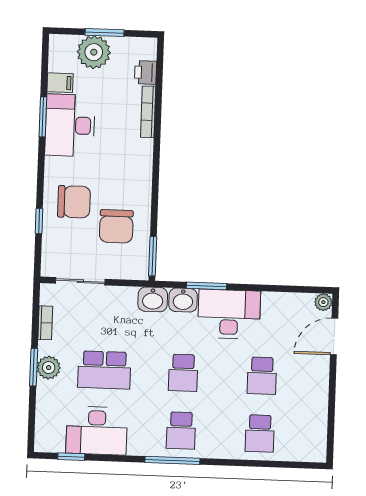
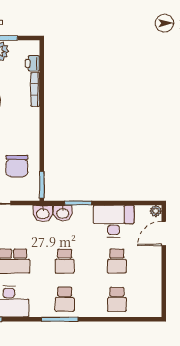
desk: (229, 314) -> (114, 221), moved

